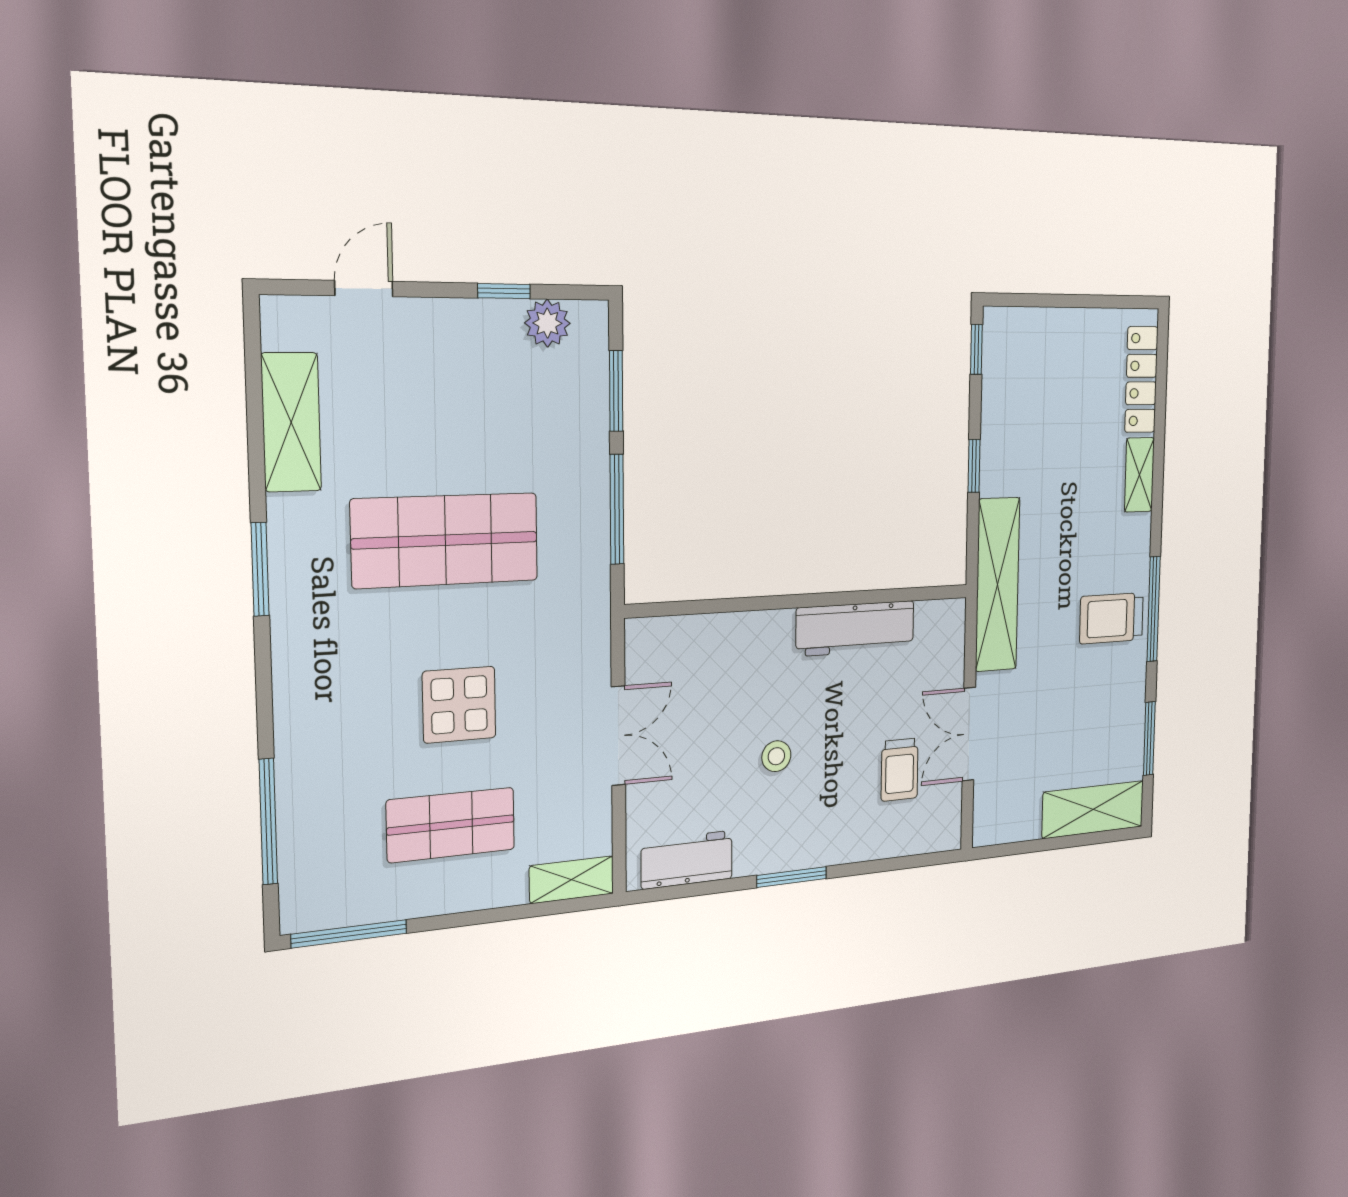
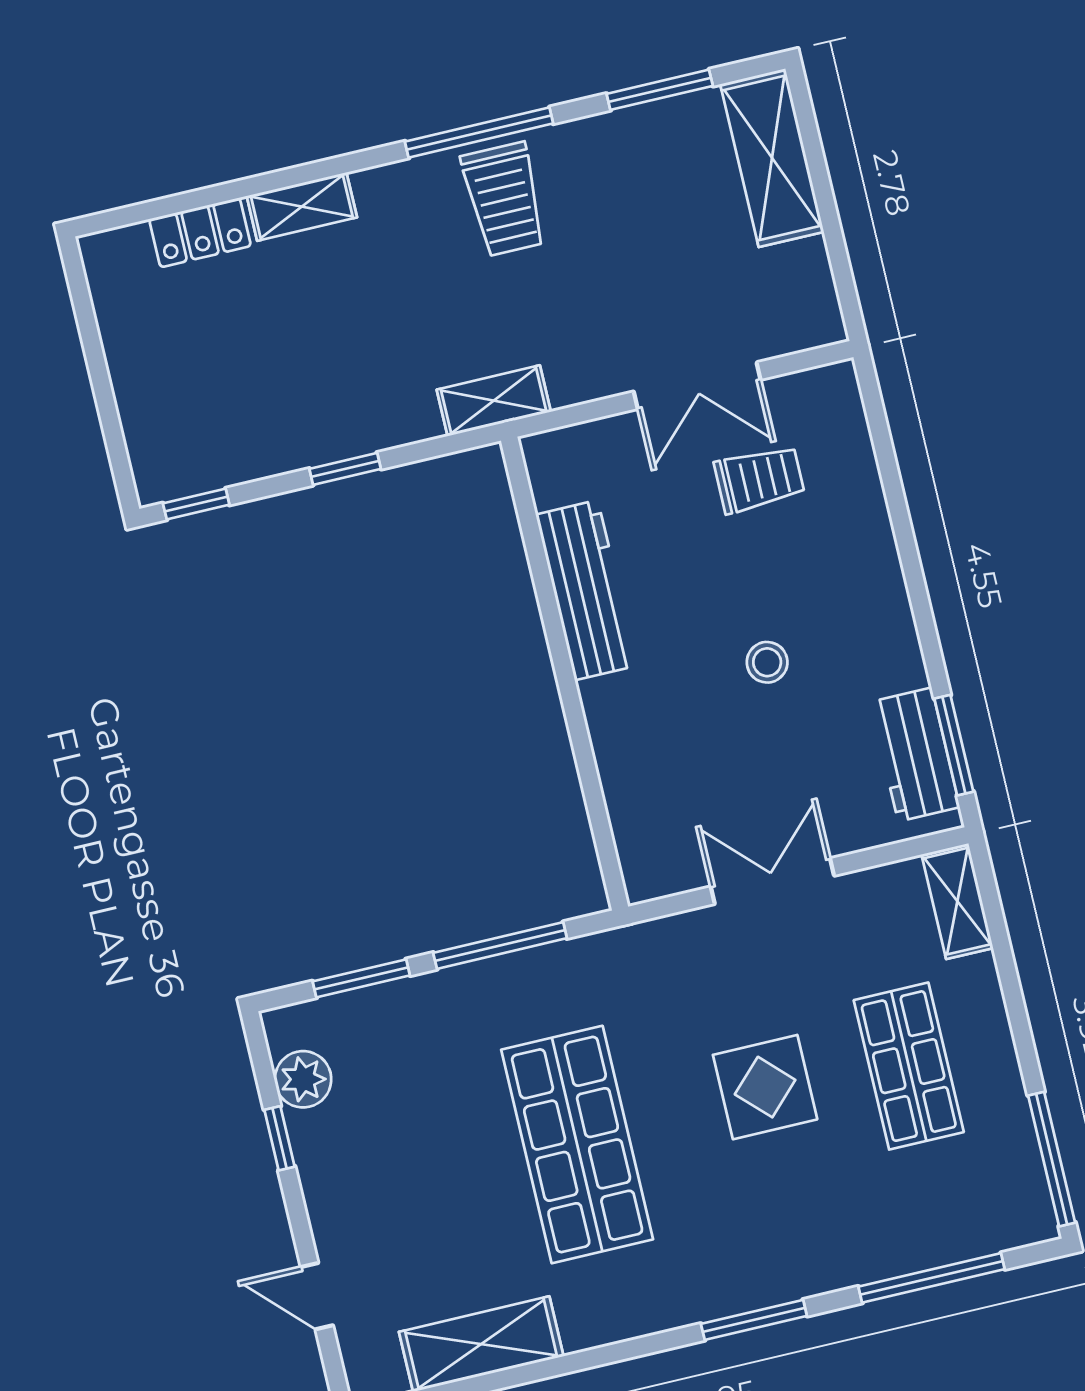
locker: (1141, 380) -> (200, 233), width x0.66
window: (260, 569) -> (754, 1320), moved
shelving: (998, 585) -> (494, 401), width x0.45, depth x0.75
window: (792, 877) -> (954, 745), moved

